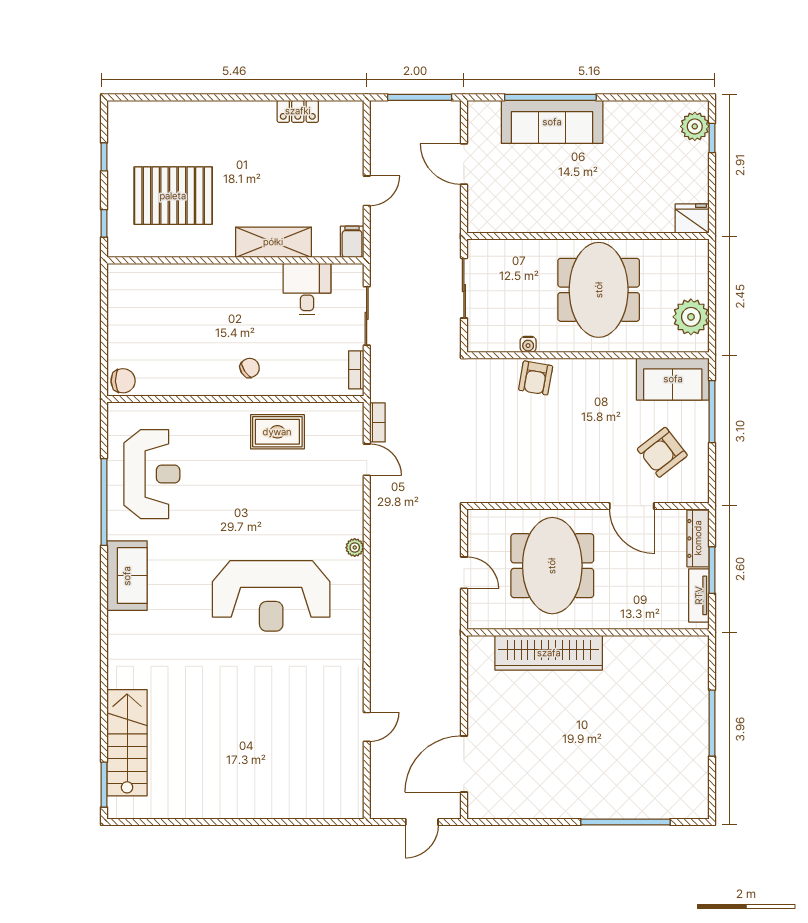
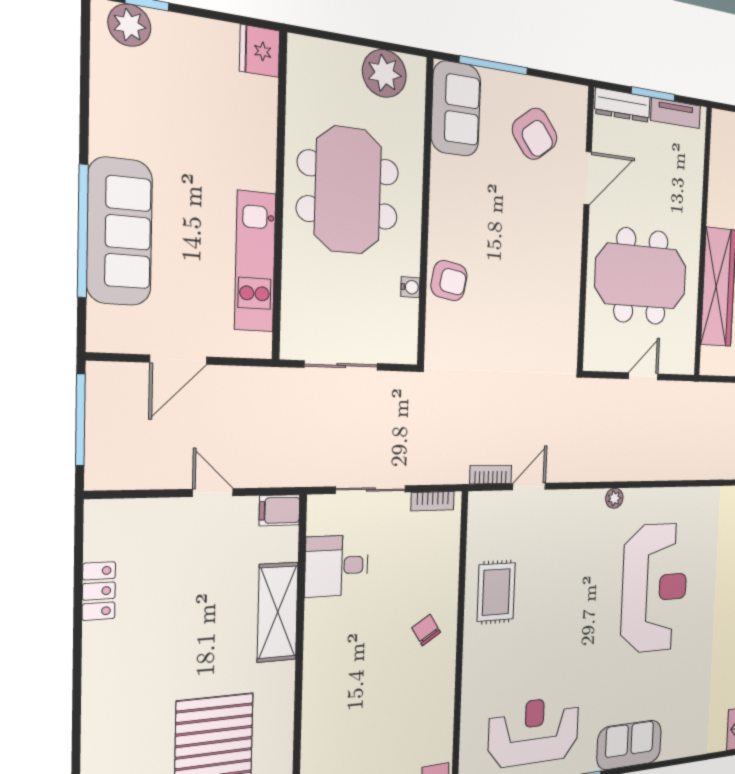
kitchen unit: (539, 219) -> (255, 261), added
meeting table: (599, 290) -> (348, 190), turned 90

